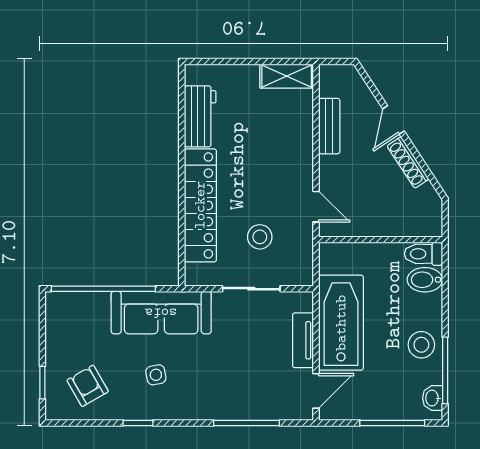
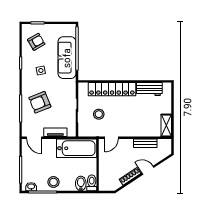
sofa: (161, 313) -> (67, 58), moved
bathtub: (341, 323) -> (77, 148), moved
armchair: (231, 377) -> (40, 102), added

